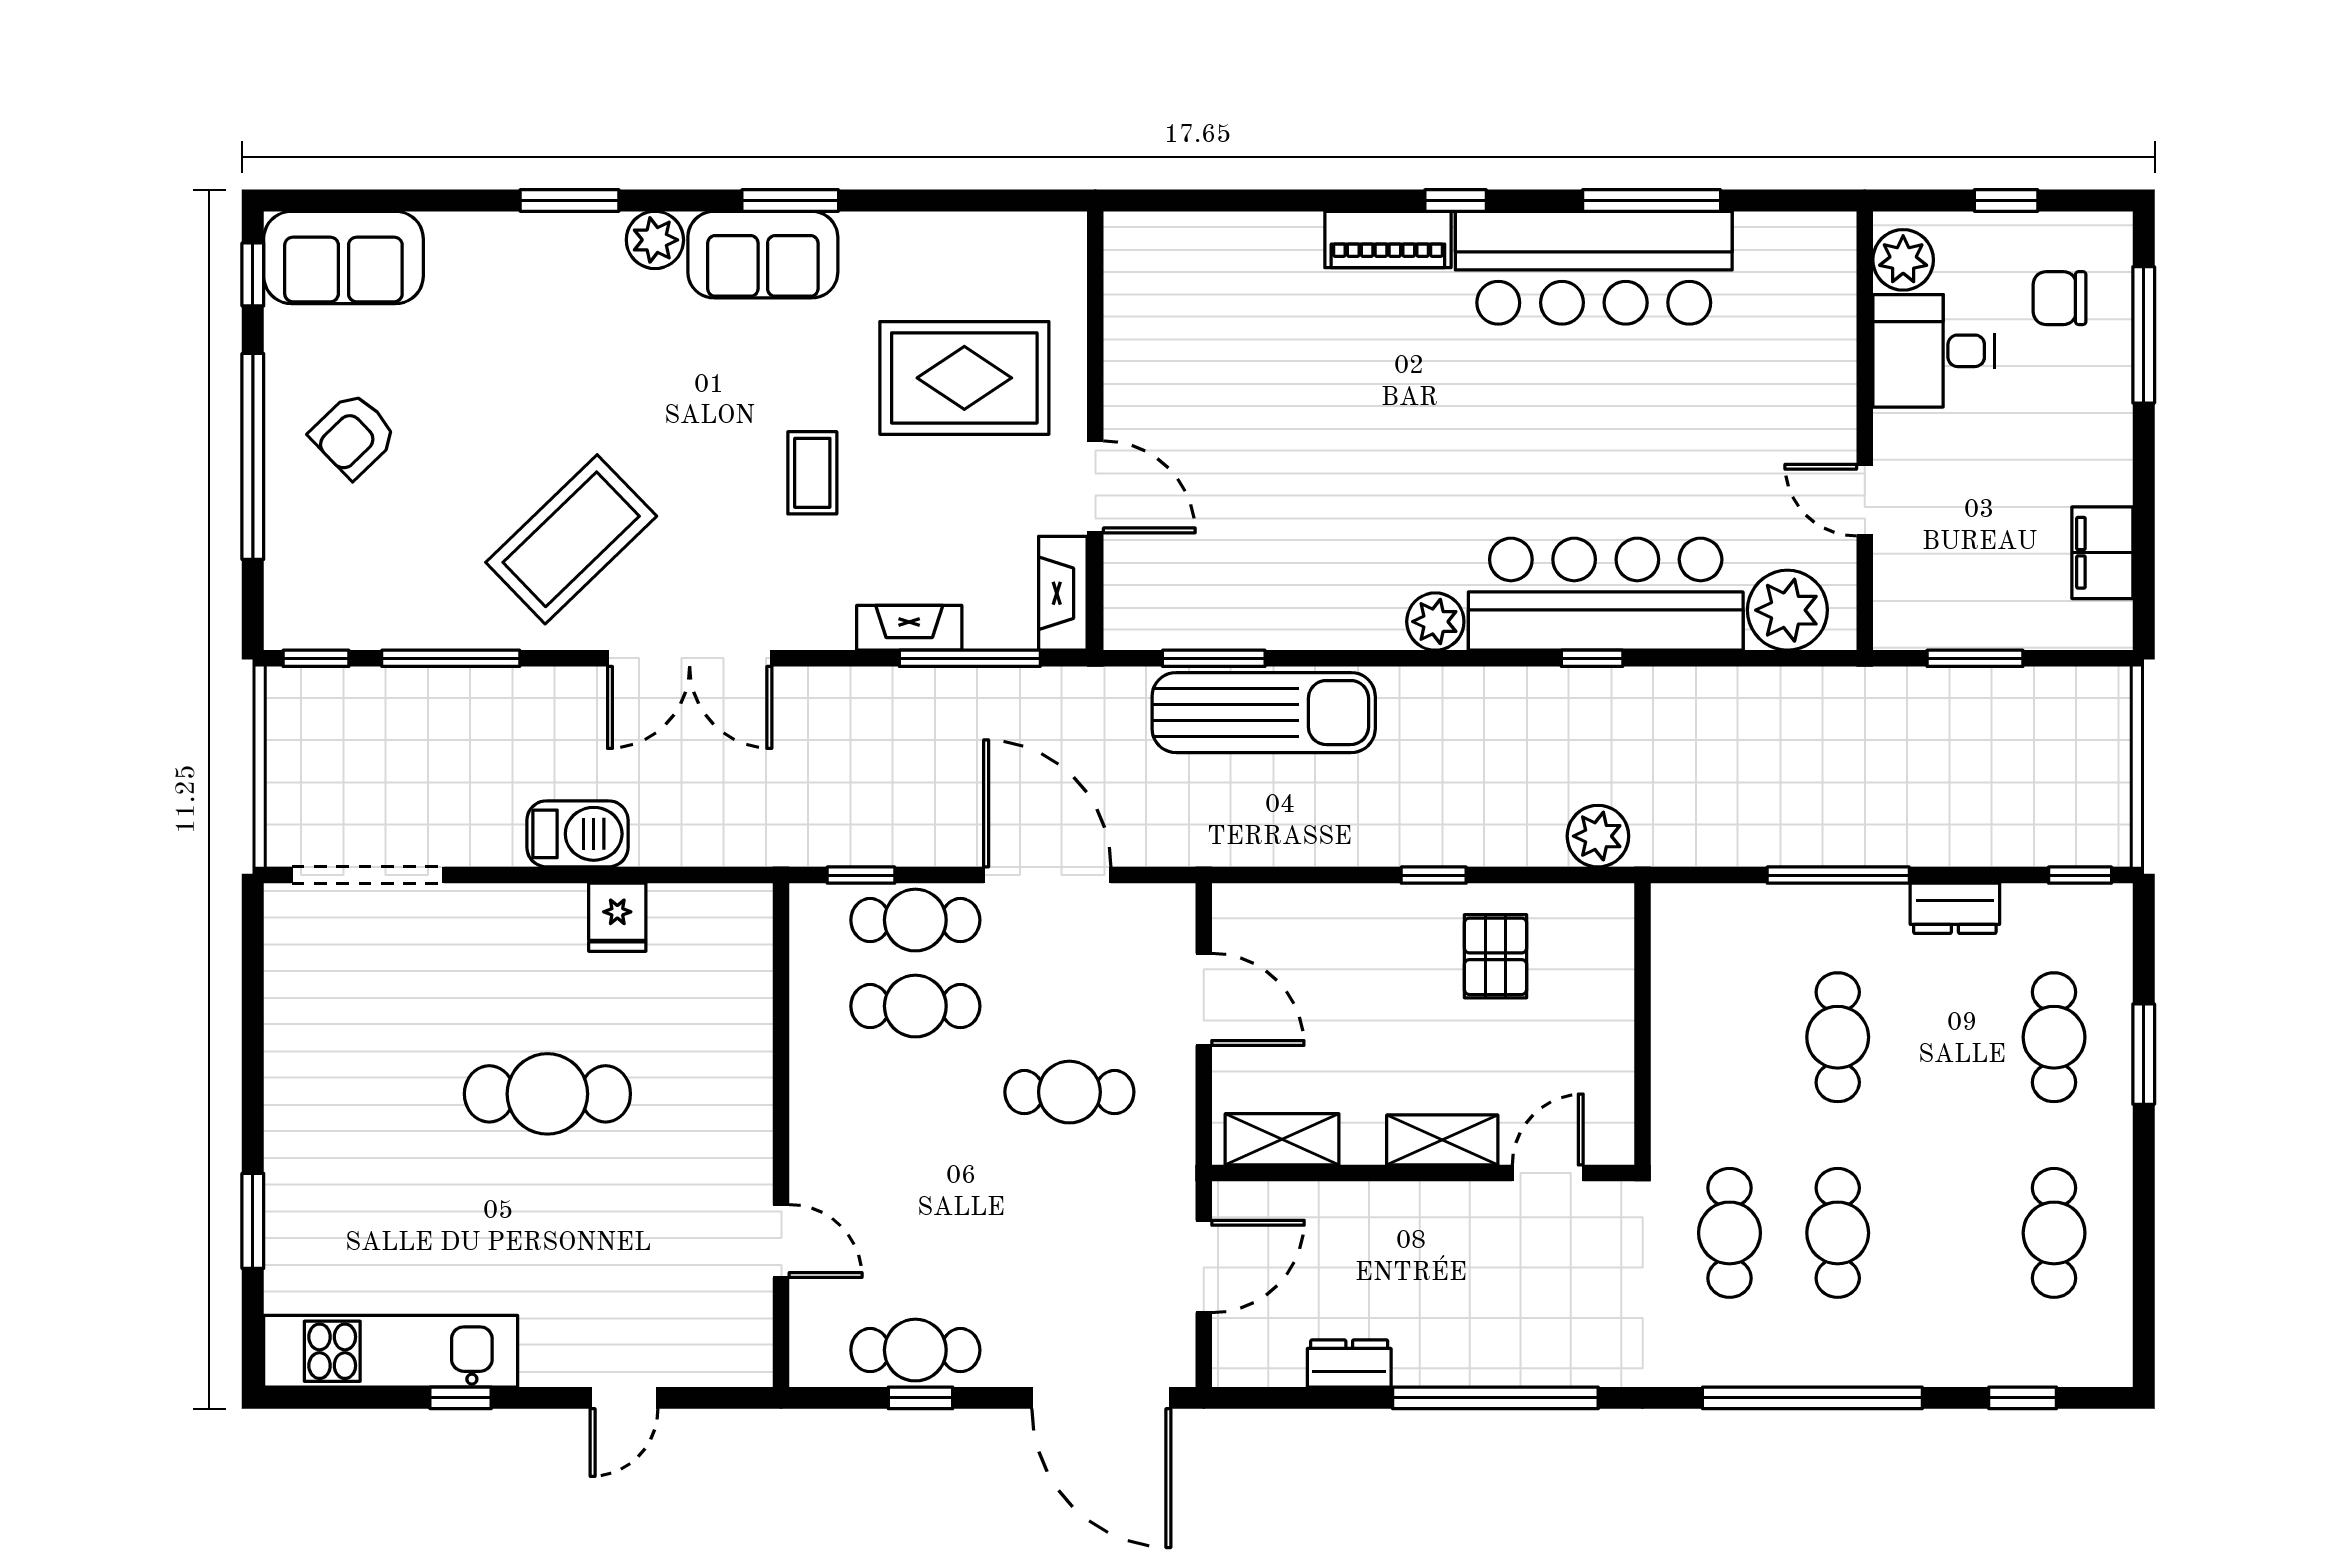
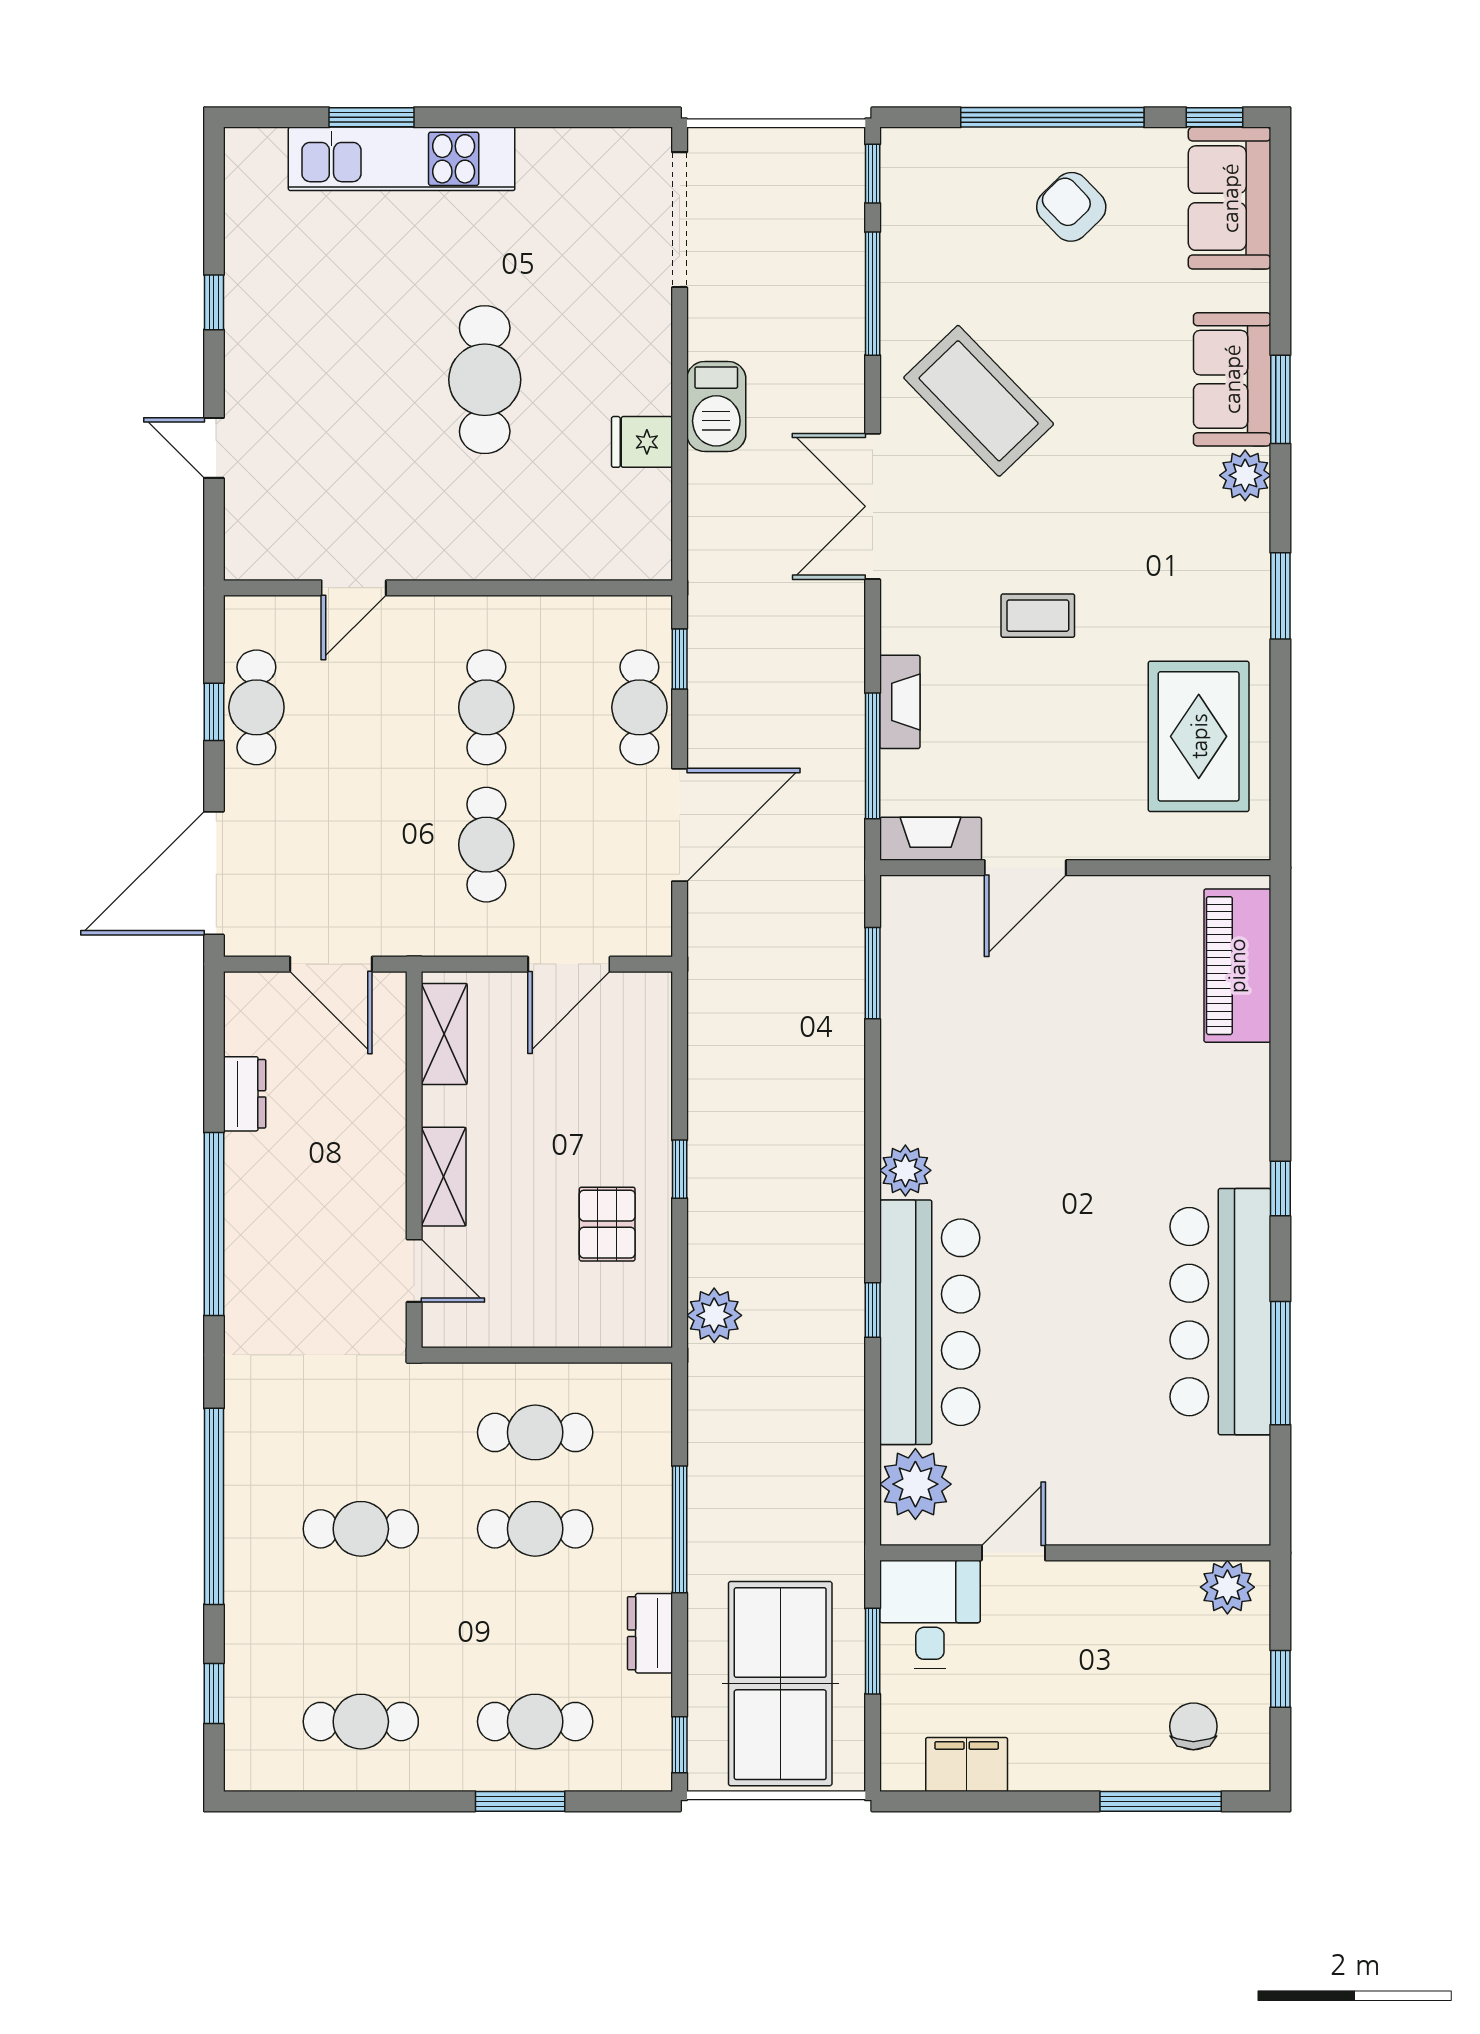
piano: (1388, 240) -> (1237, 966), moved, width x1.37, depth x1.33
sofa: (763, 255) -> (1232, 379), moved
desk: (1933, 351) -> (930, 1614), moved
rug: (964, 378) -> (1199, 736), moved
sun lounger: (1264, 713) -> (824, 1018), removed
table tennis table: (2011, 762) -> (780, 1684), added
pallet: (1496, 956) -> (607, 1224), turned 90
cafe table: (915, 1006) -> (486, 707), moved
cafe table: (1729, 1233) -> (535, 1432), moved
kitchen unit: (391, 1351) -> (402, 159), moved, turned 90

